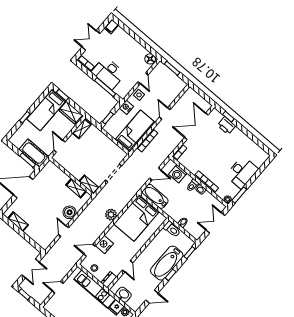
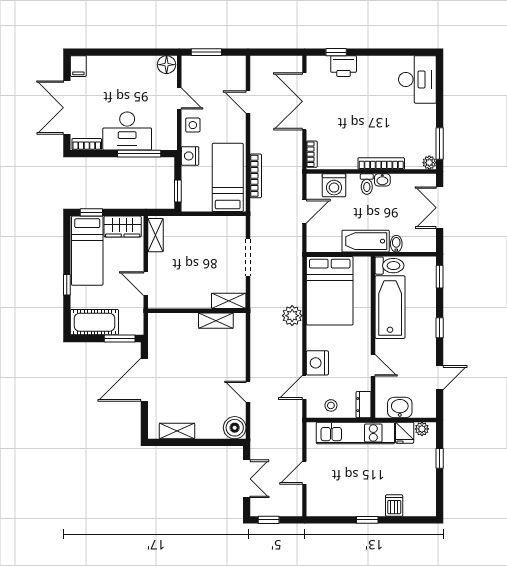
double door: (91, 40) -> (67, 108), width x1.37
door: (165, 113) -> (248, 102), moved
cot: (34, 153) -> (94, 322), moved
desk: (242, 172) -> (417, 79), moved
bathtub: (155, 196) -> (366, 241), moved
boiler: (70, 212) -> (235, 428), moved
bathtub: (167, 263) -> (390, 307), moved, turned 180

